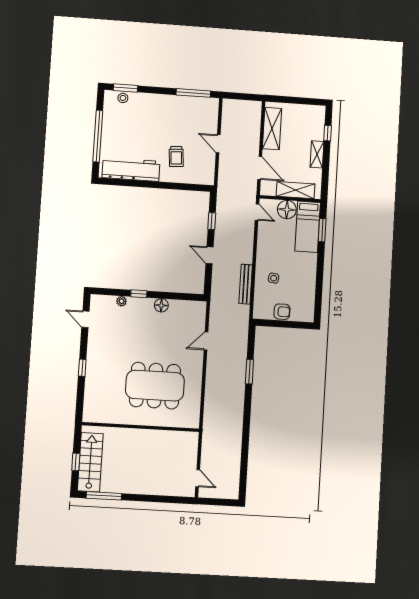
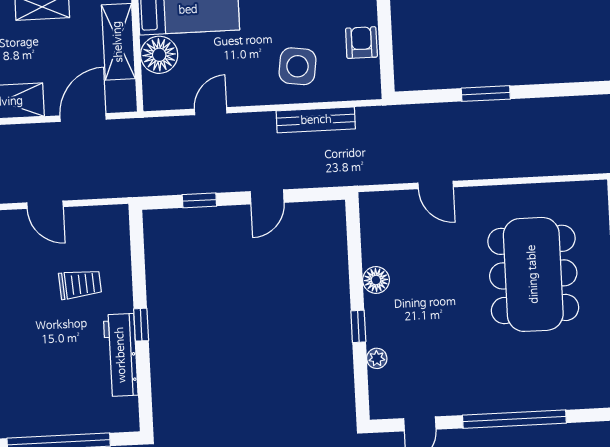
door: (218, 144) -> (45, 205), hinge flipped
workbench: (131, 169) -> (121, 355), width x0.73, depth x0.76
window: (152, 184) -> (141, 325), added
door: (257, 212) -> (211, 111), moved
side table: (274, 278) -> (298, 66), width x1.87, depth x1.87
window: (82, 368) -> (514, 419), width x3.17

